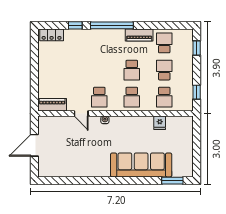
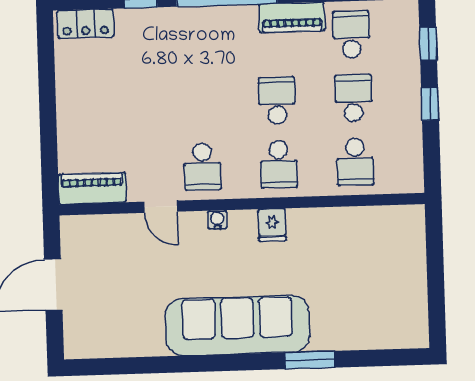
school desk: (132, 70) -> (277, 101), turned 180
window: (197, 92) -> (430, 104), moved
fridge: (160, 123) -> (272, 225), moved
sofa: (141, 165) -> (237, 325), moved
window: (172, 181) -> (310, 360), moved

